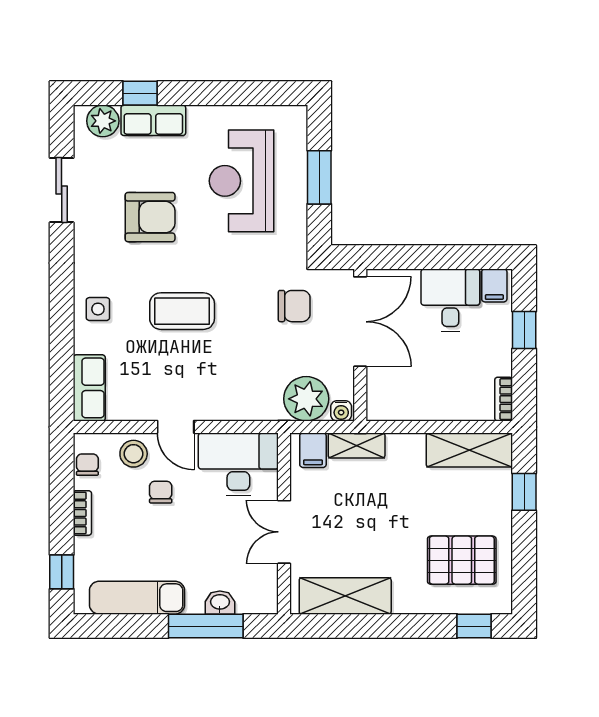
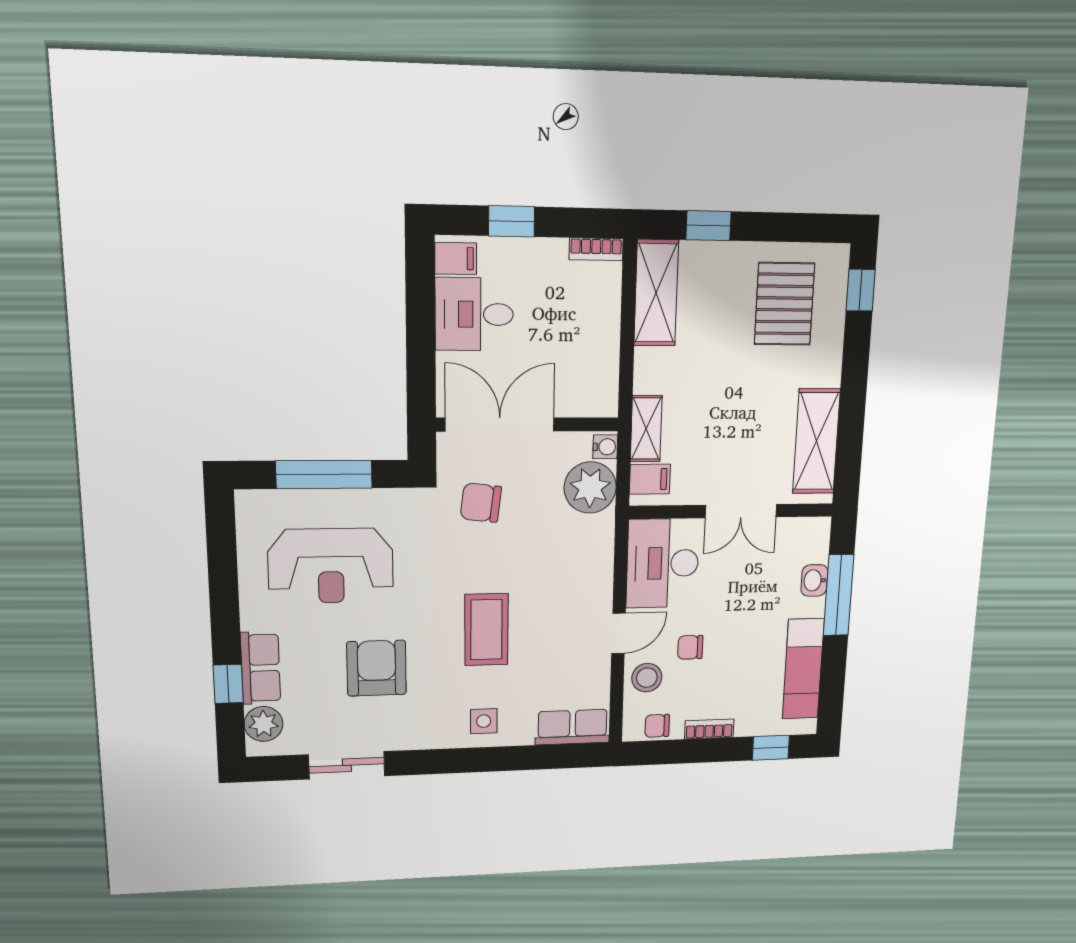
window: (319, 177) -> (324, 475), width x1.44
chair: (294, 306) -> (481, 503), turned -83

